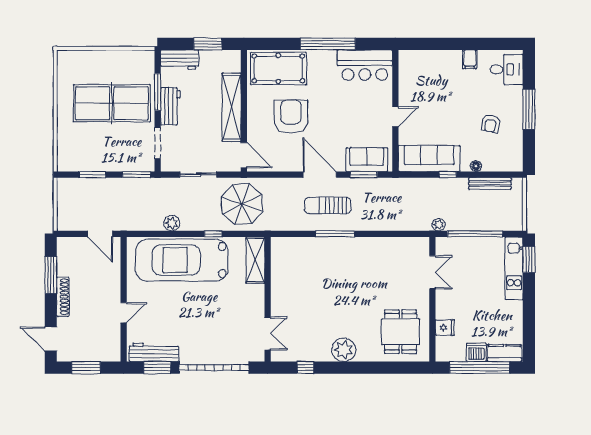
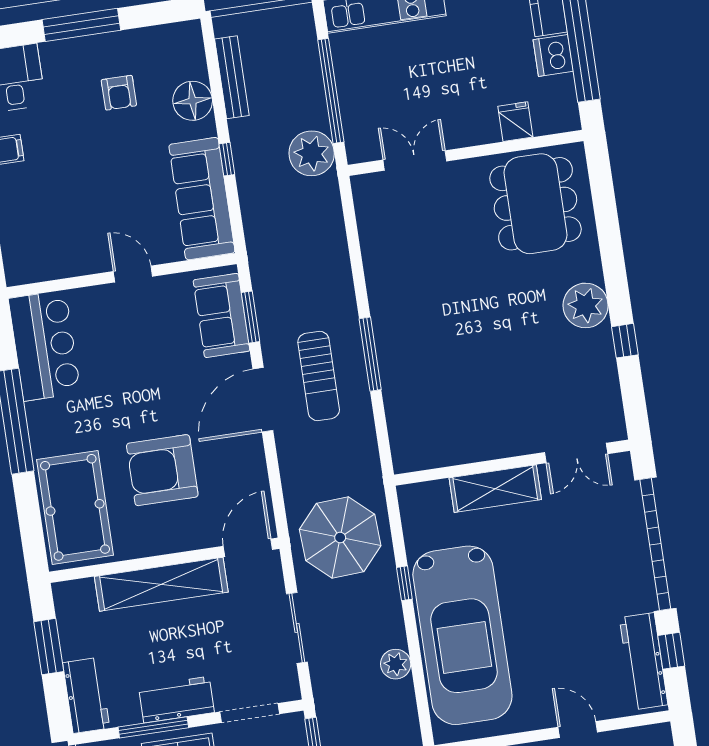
armchair: (491, 123) -> (119, 93), turned 81
floor lamp: (476, 166) -> (193, 101), width x1.89, depth x1.89
plant: (439, 225) -> (312, 153), width x1.88, depth x1.88
shelving: (255, 260) -> (495, 489), moved
dining table: (401, 332) -> (535, 204), width x1.37
double door: (268, 333) -> (576, 453), swing flipped
window: (157, 368) -> (671, 651), width x0.67
window: (305, 368) -> (625, 341), moved

